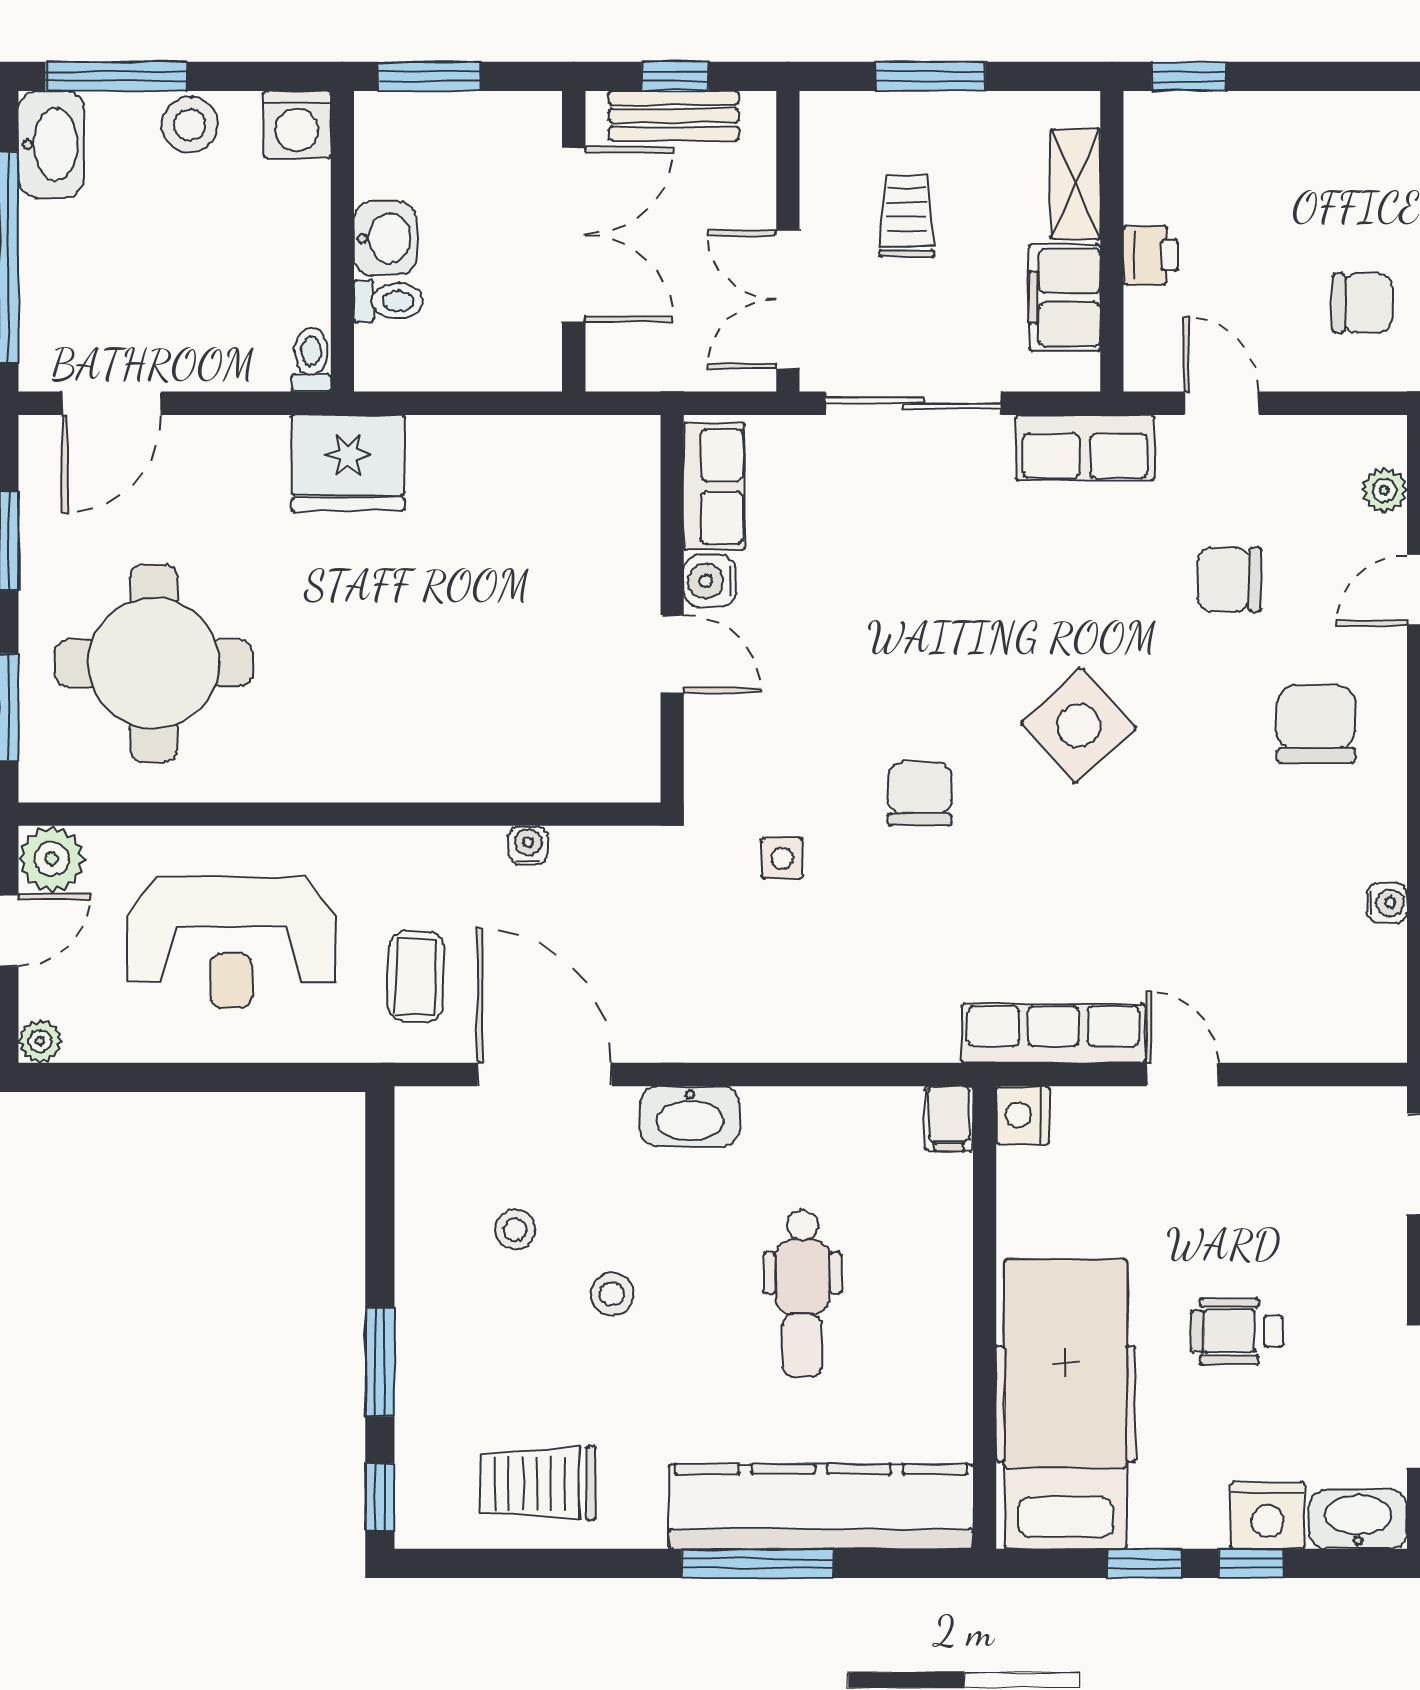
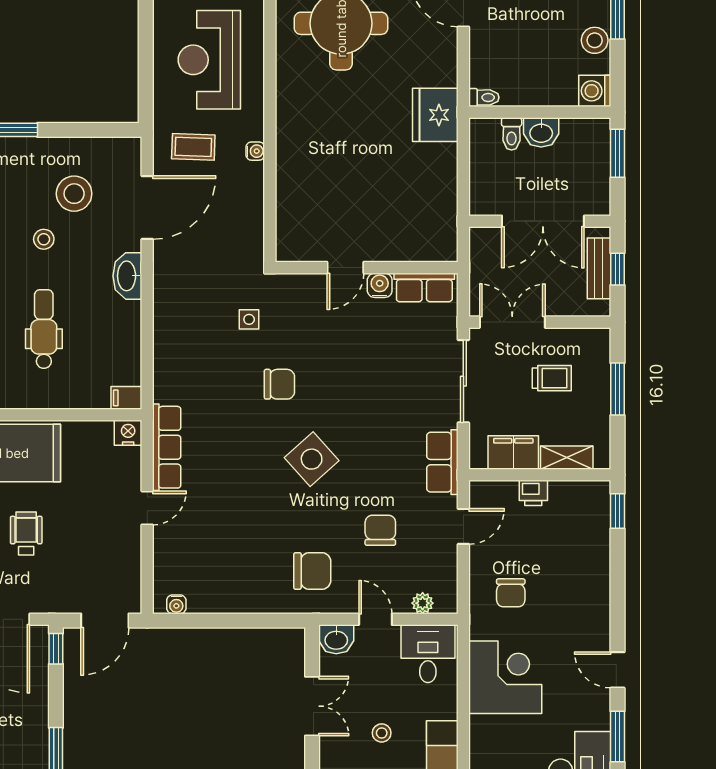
water cooler: (528, 845) -> (255, 151), moved
water cooler: (1387, 903) -> (176, 604), moved
stool: (515, 1230) -> (74, 194), width x1.89, depth x1.89
dental chair: (802, 1294) -> (44, 329), turned 90

